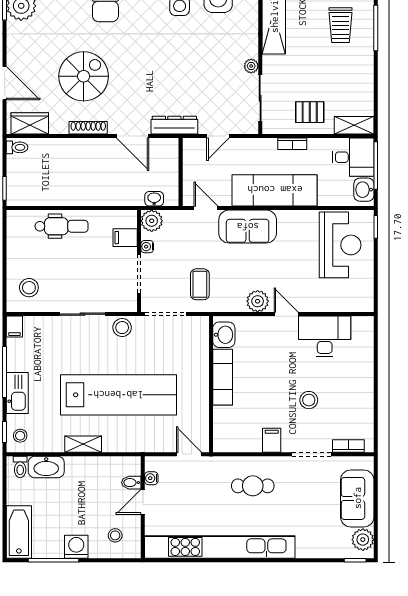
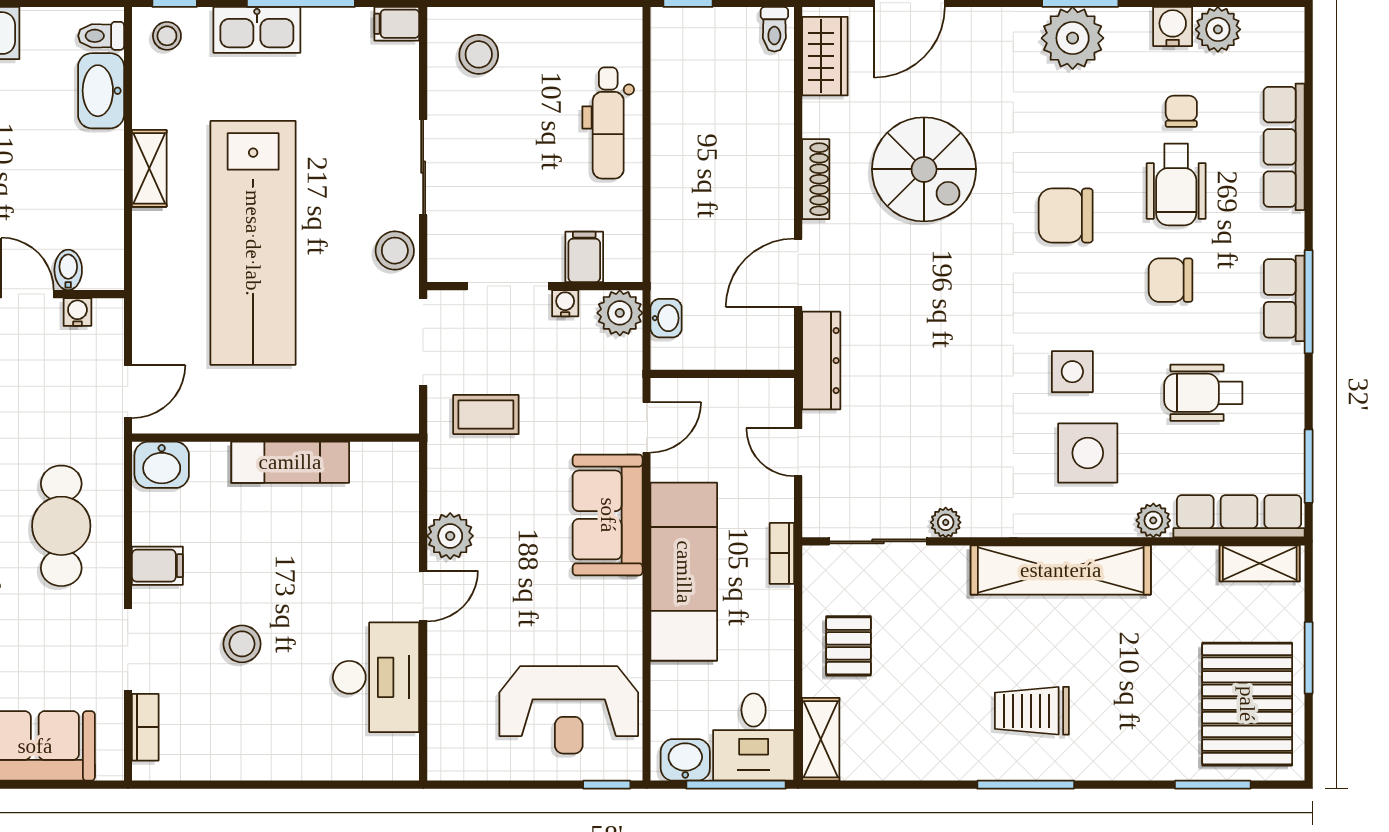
bookcase: (292, 144) -> (782, 553), moved
washbasin: (224, 335) -> (162, 465), moved
cafe table: (253, 486) -> (61, 526), width x1.37, depth x1.35

